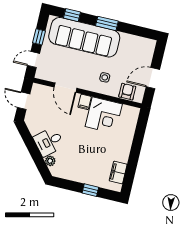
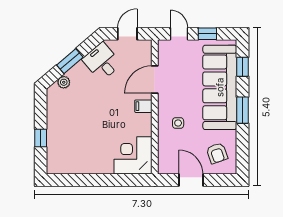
armchair: (127, 92) -> (217, 153), moved, turned 71
corner desk: (104, 115) -> (133, 155), moved, turned 90
desk: (49, 142) -> (102, 62), moved
window: (35, 152) -> (70, 61), added
filing cabinet: (118, 173) -> (69, 166), removed

